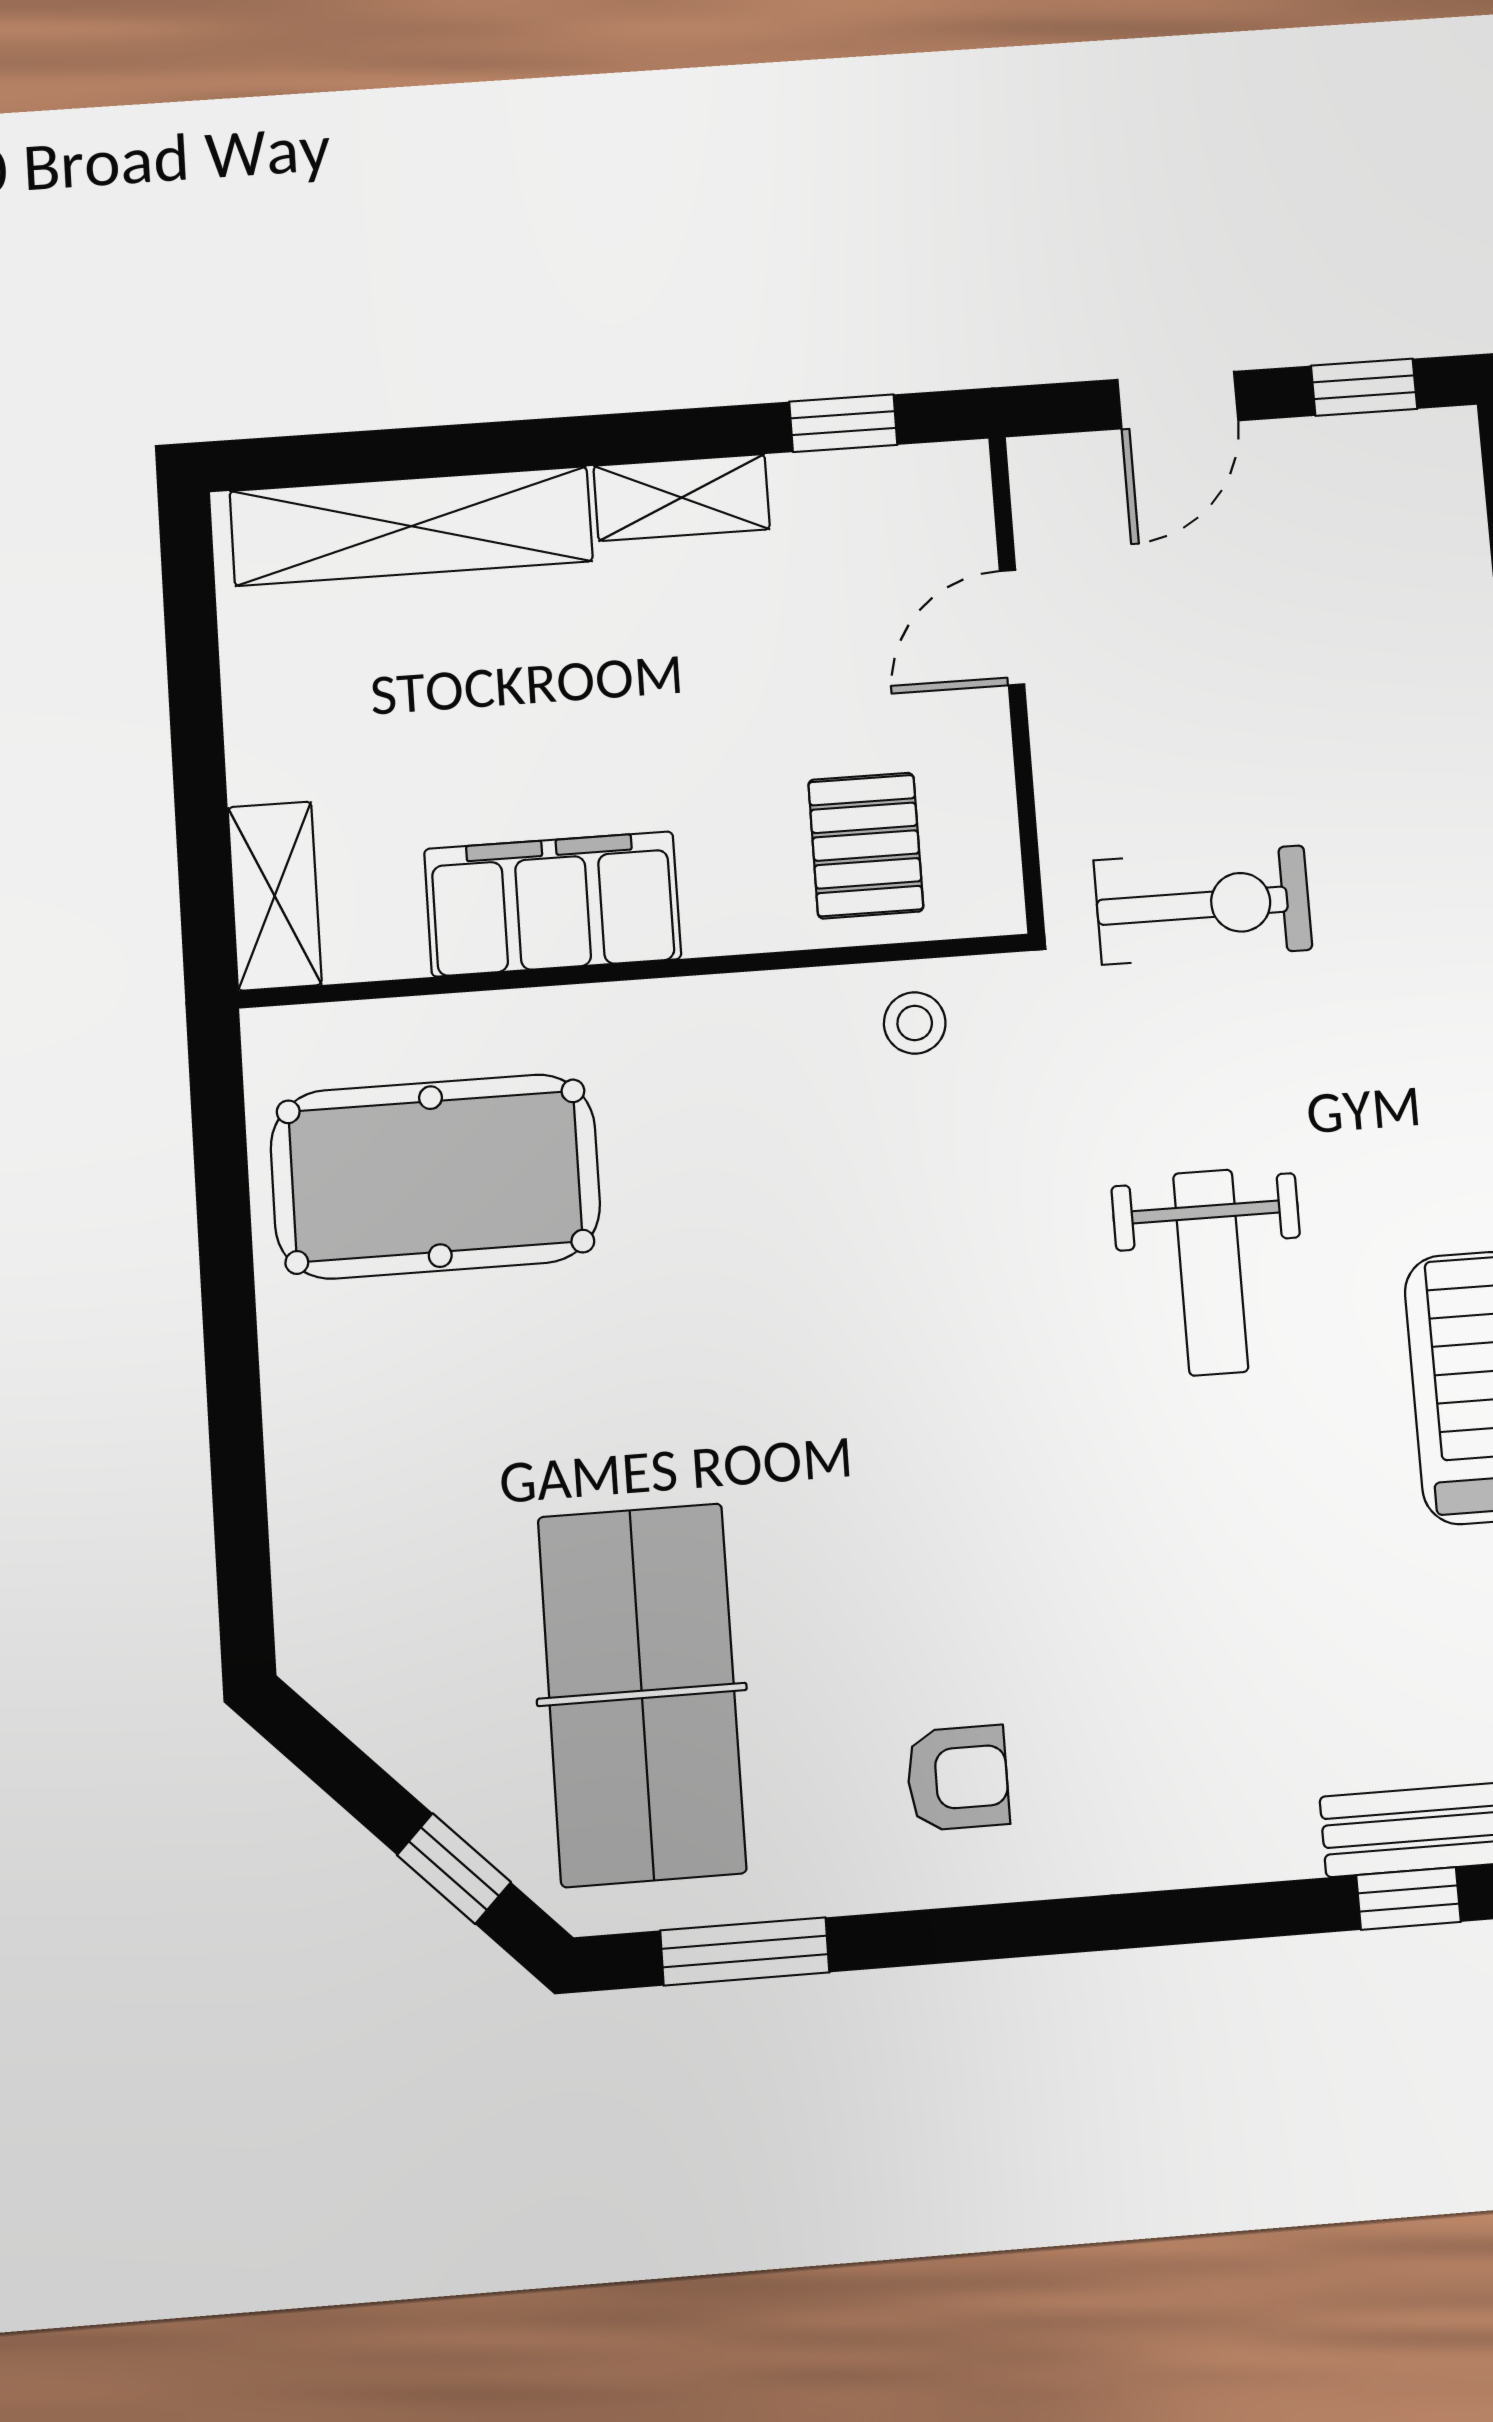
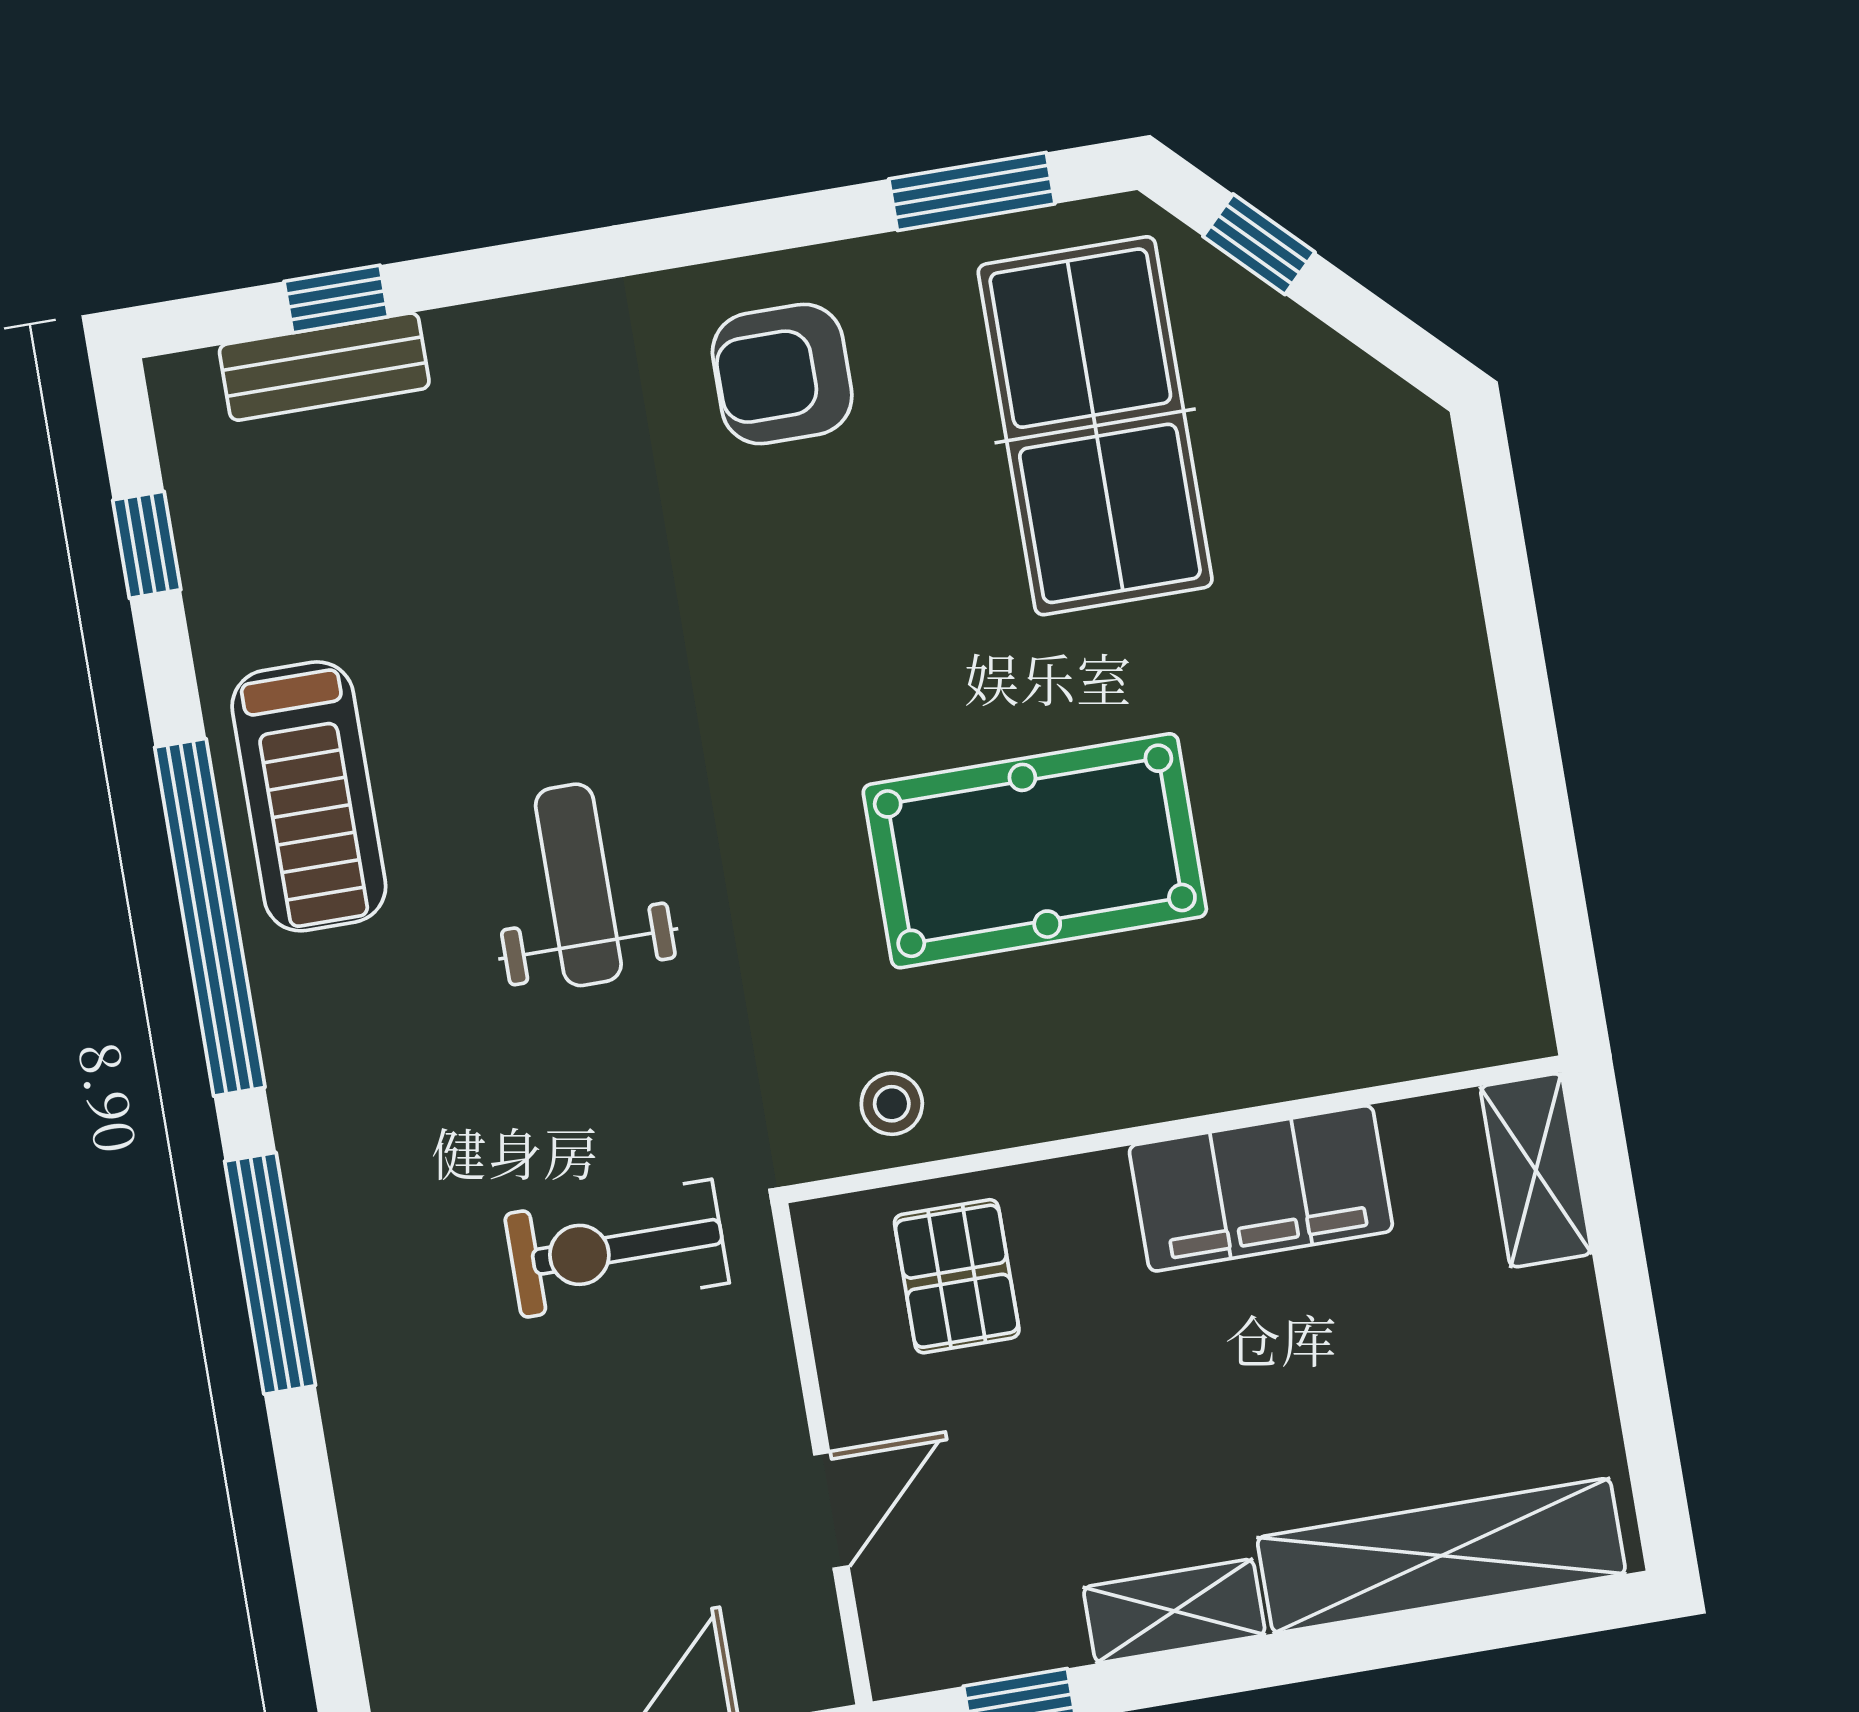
pool table: (435, 1176) -> (1035, 851), moved
armchair: (958, 1778) -> (782, 374), width x1.38, depth x1.38

